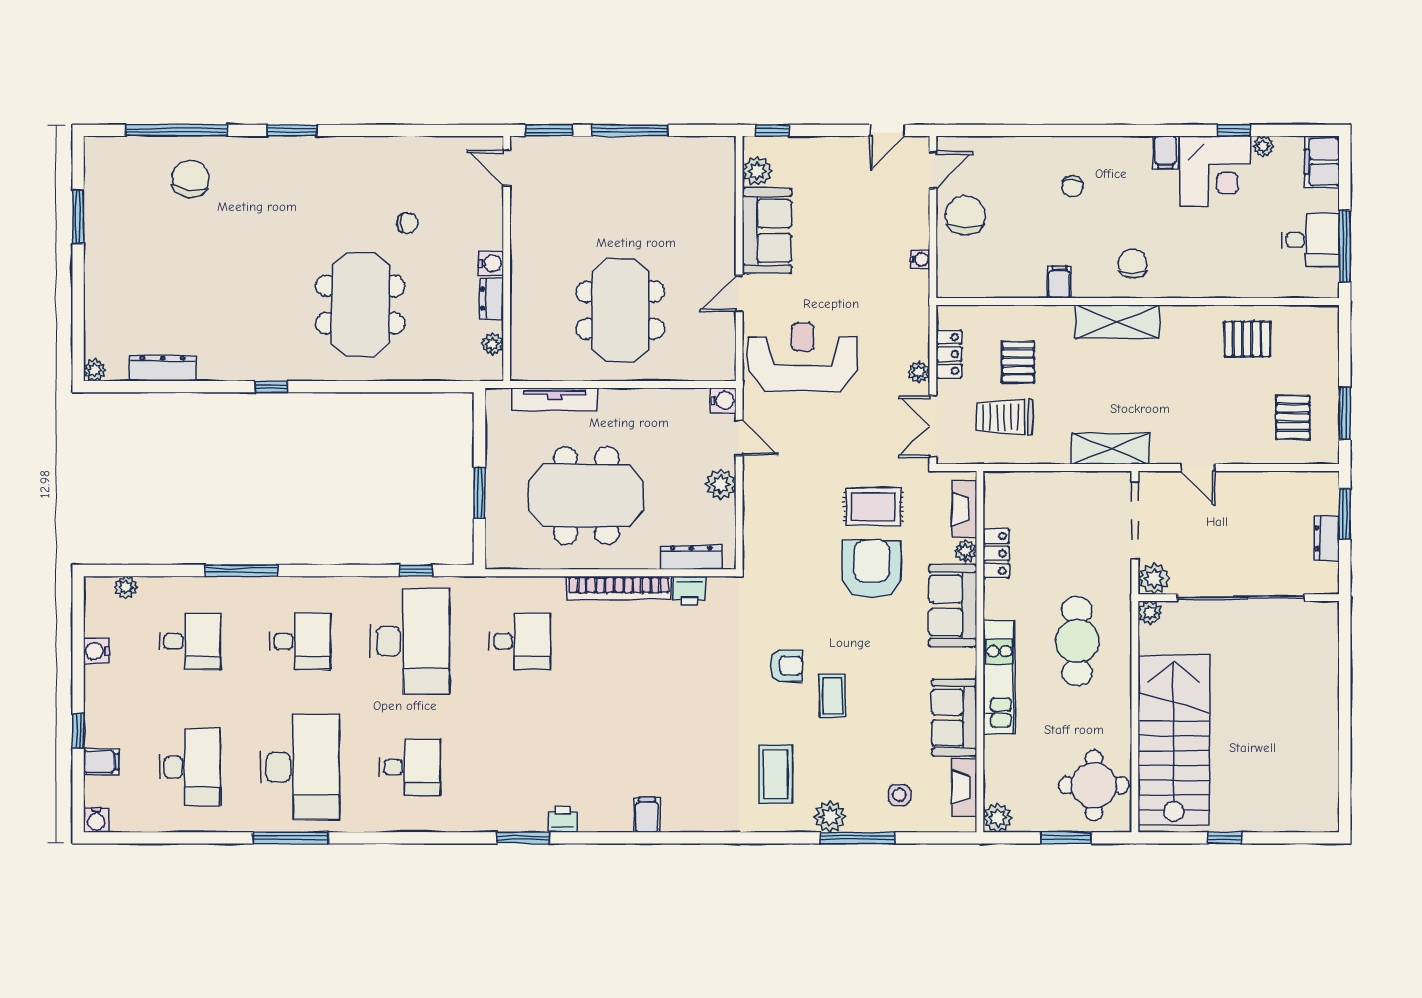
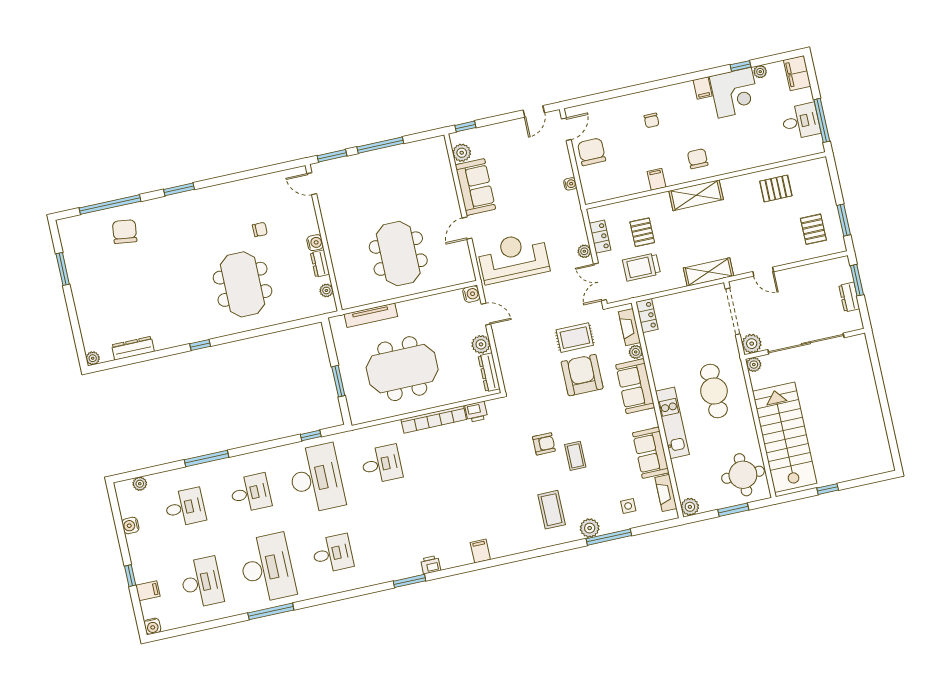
locker: (996, 553) -> (647, 316), moved
dresser: (691, 557) -> (489, 372), moved, turned -90

